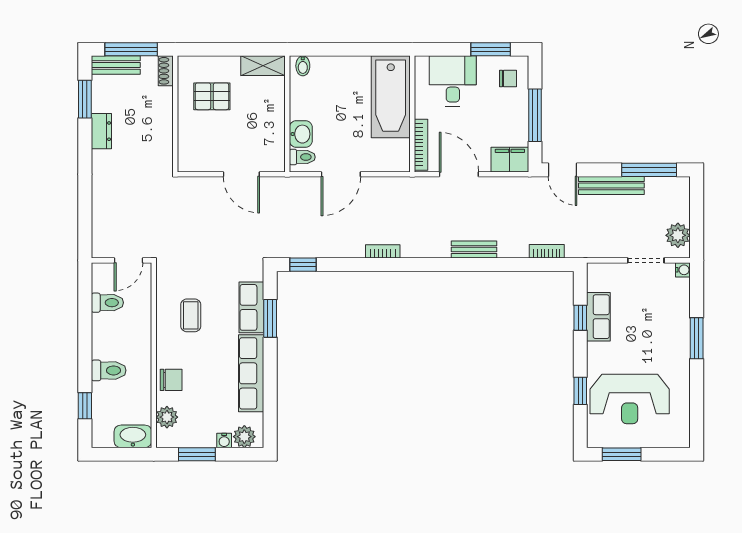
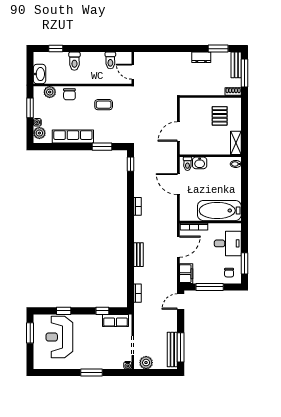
bench: (611, 186) -> (172, 349), moved
row of seats: (251, 307) -> (108, 137), removed
row of seats: (598, 317) -> (116, 321), moved

